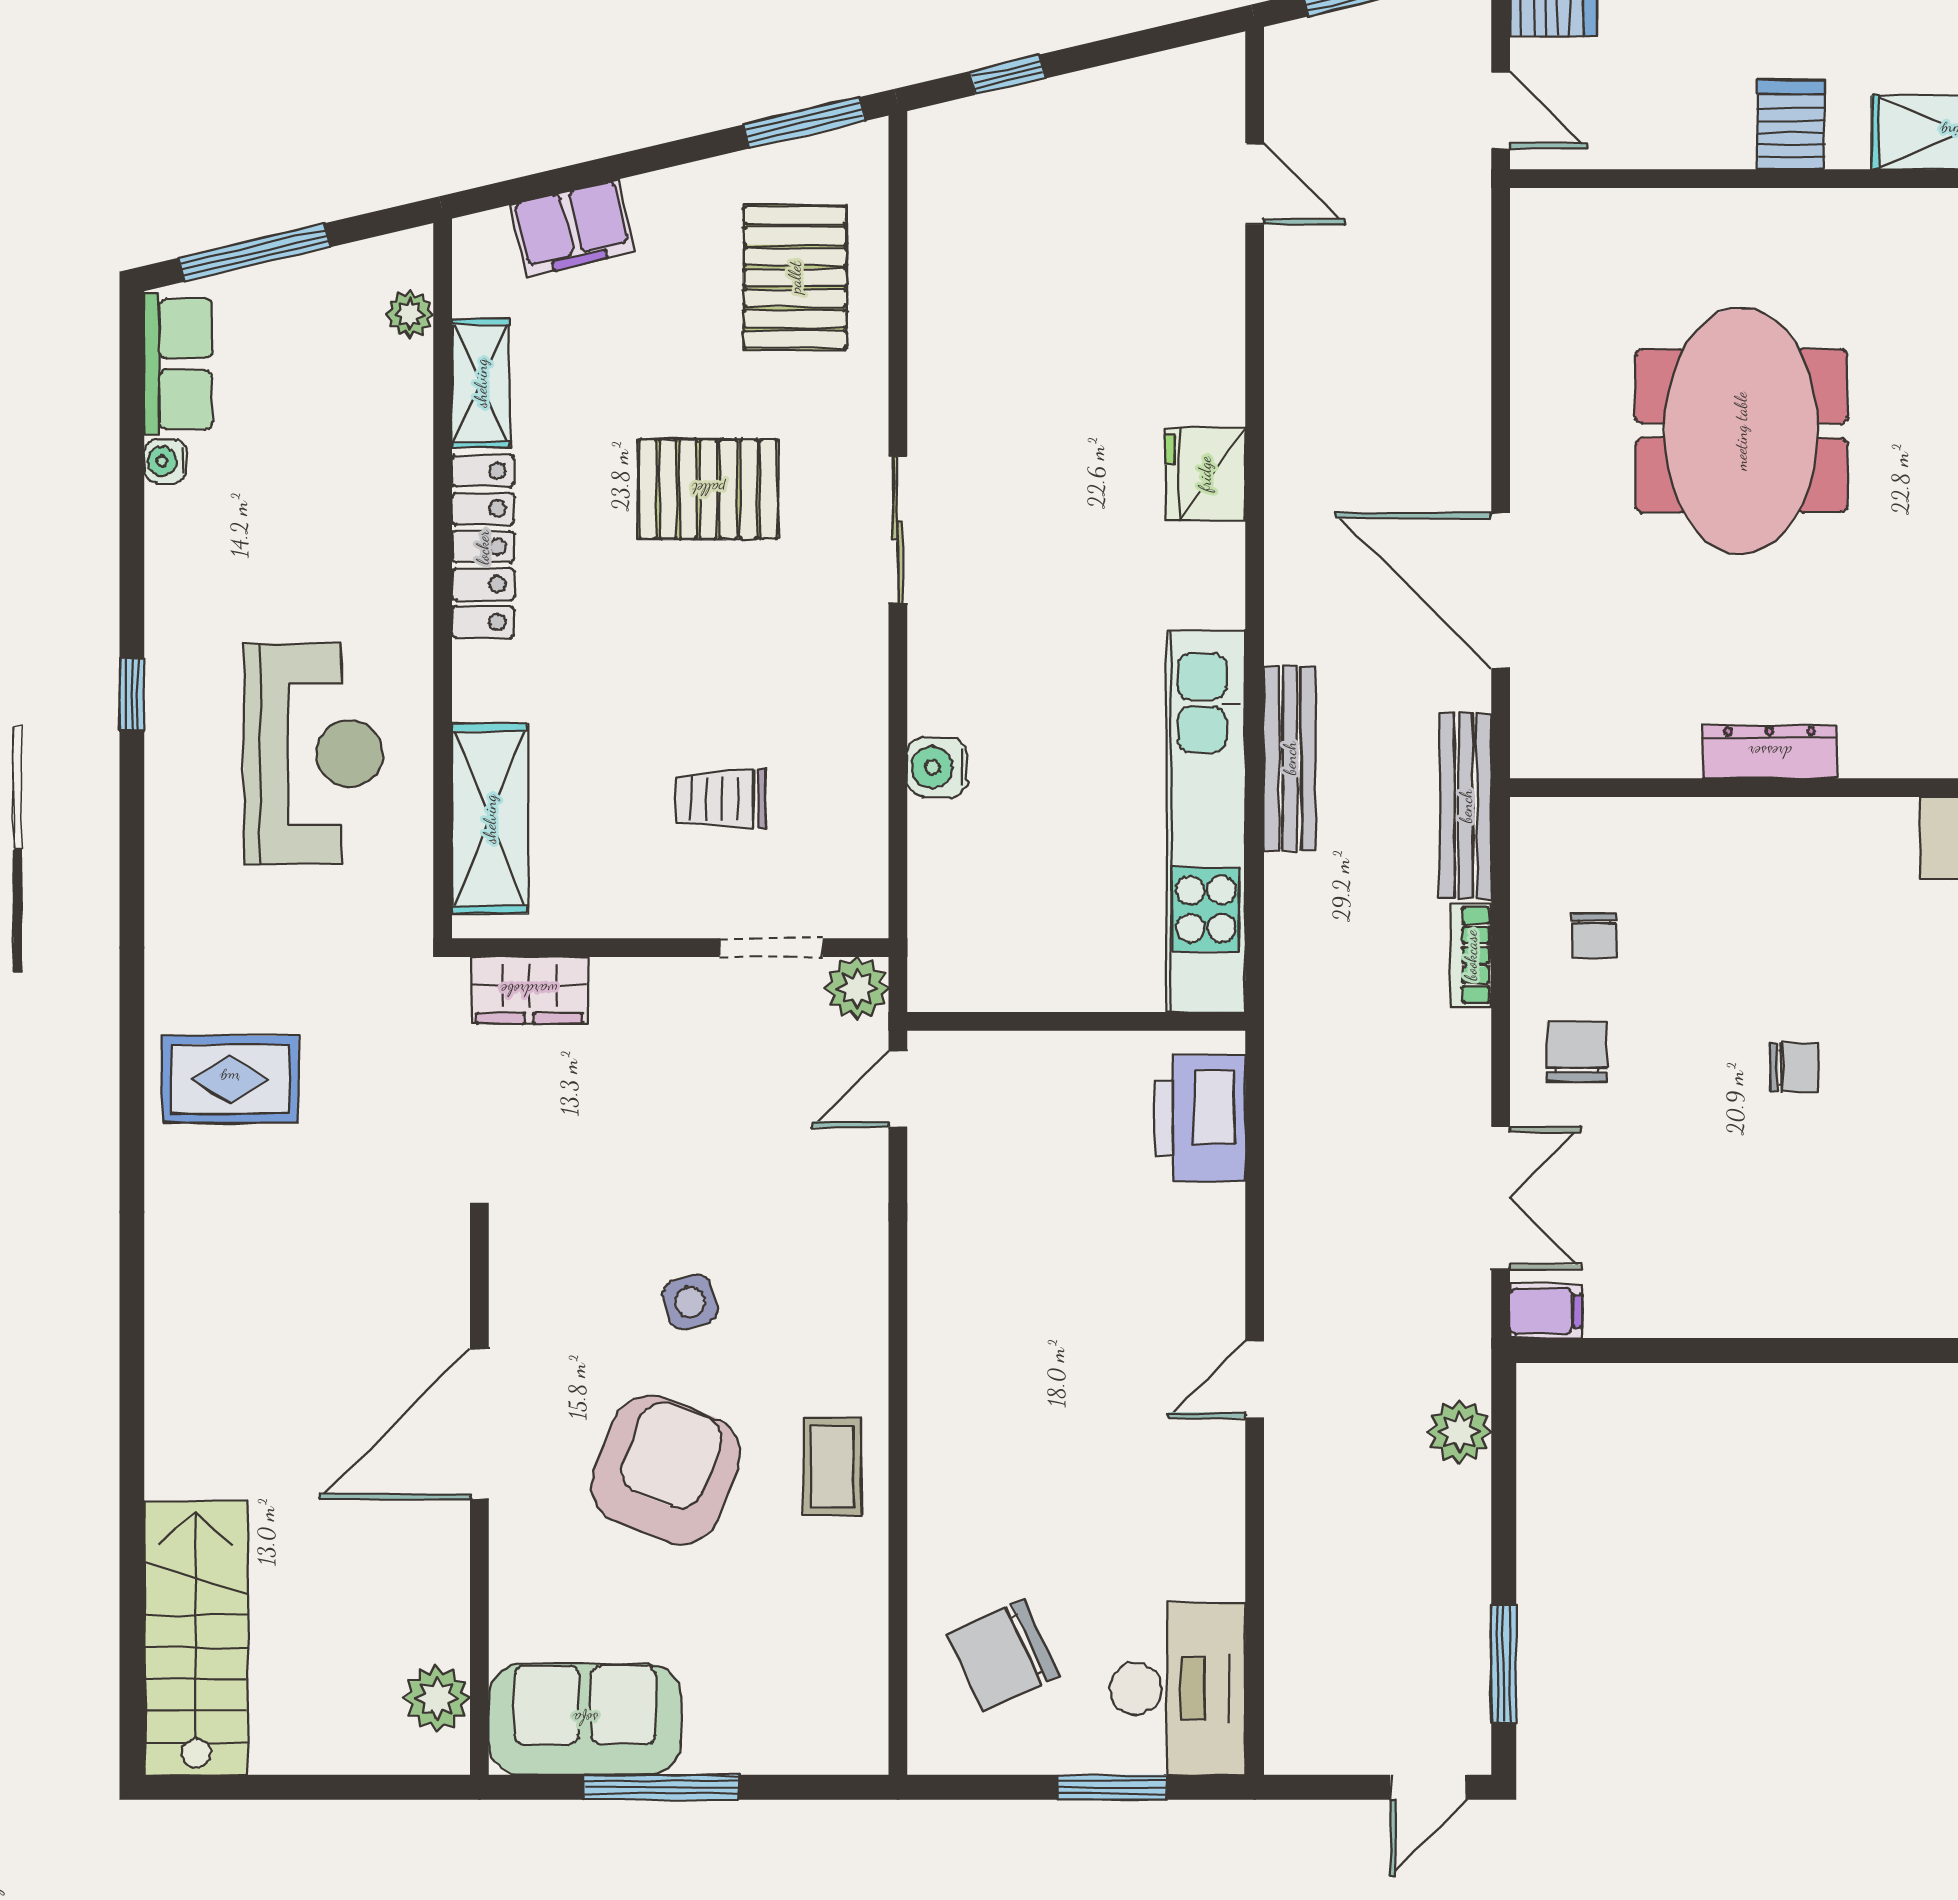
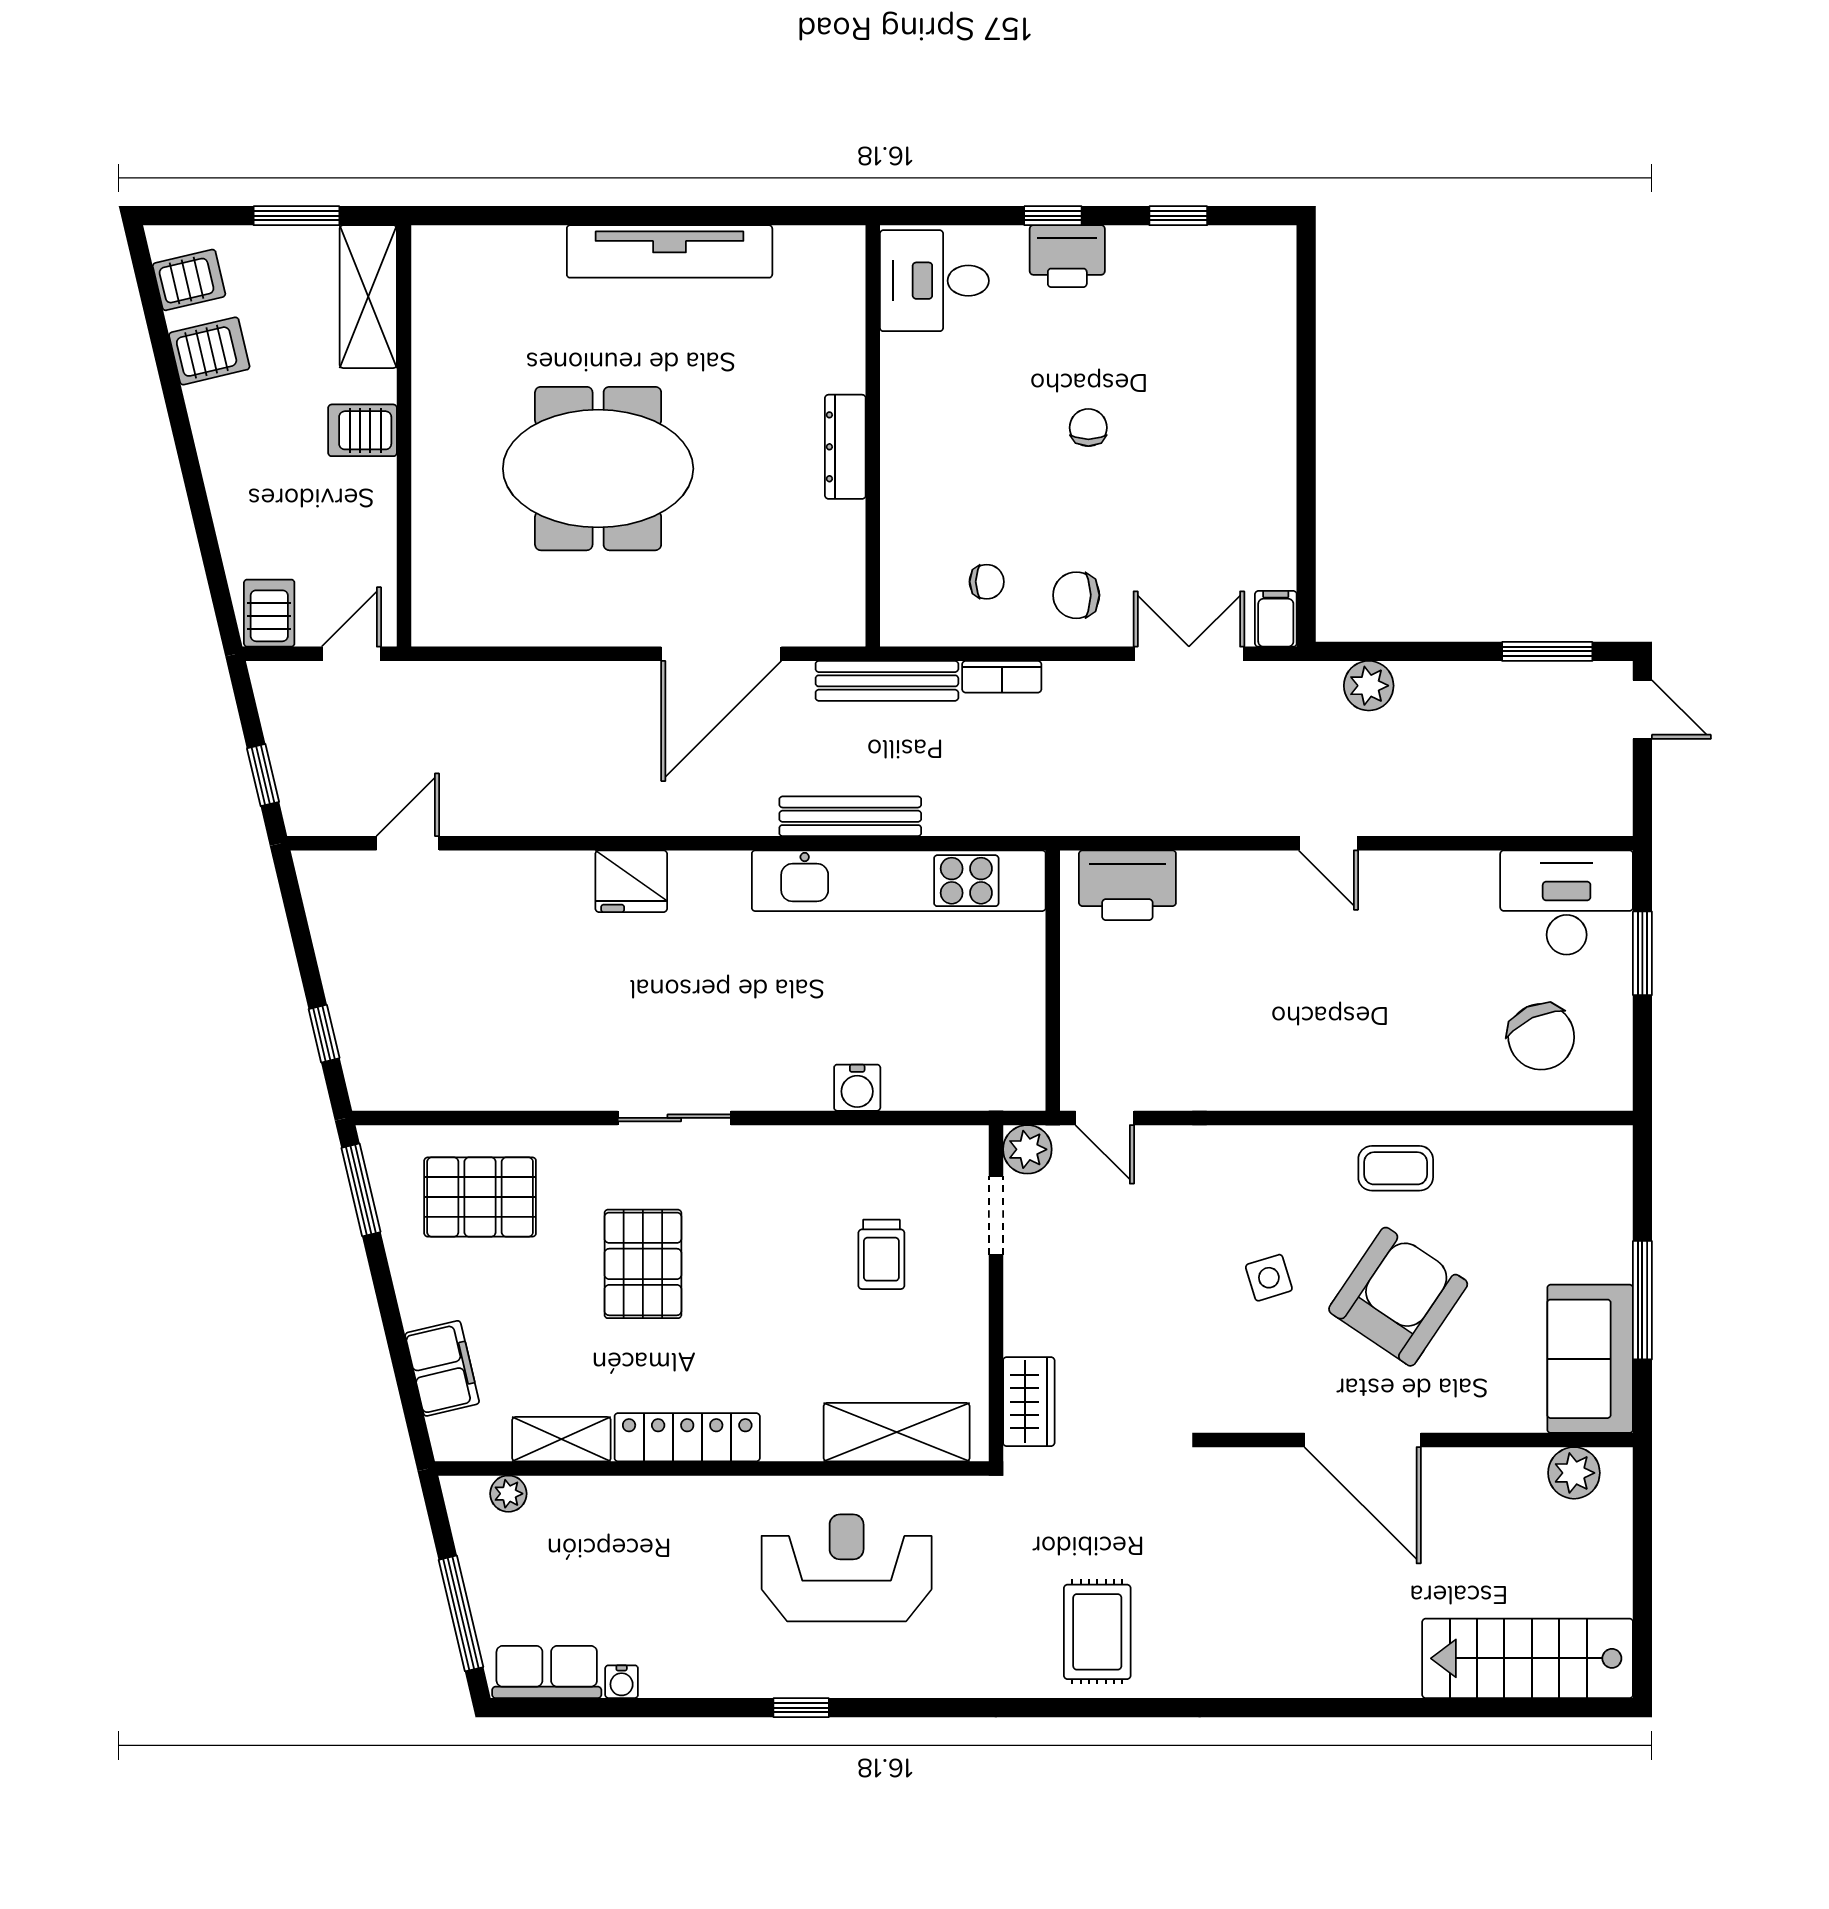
armchair: (666, 1470) -> (1398, 1297), turned 103

